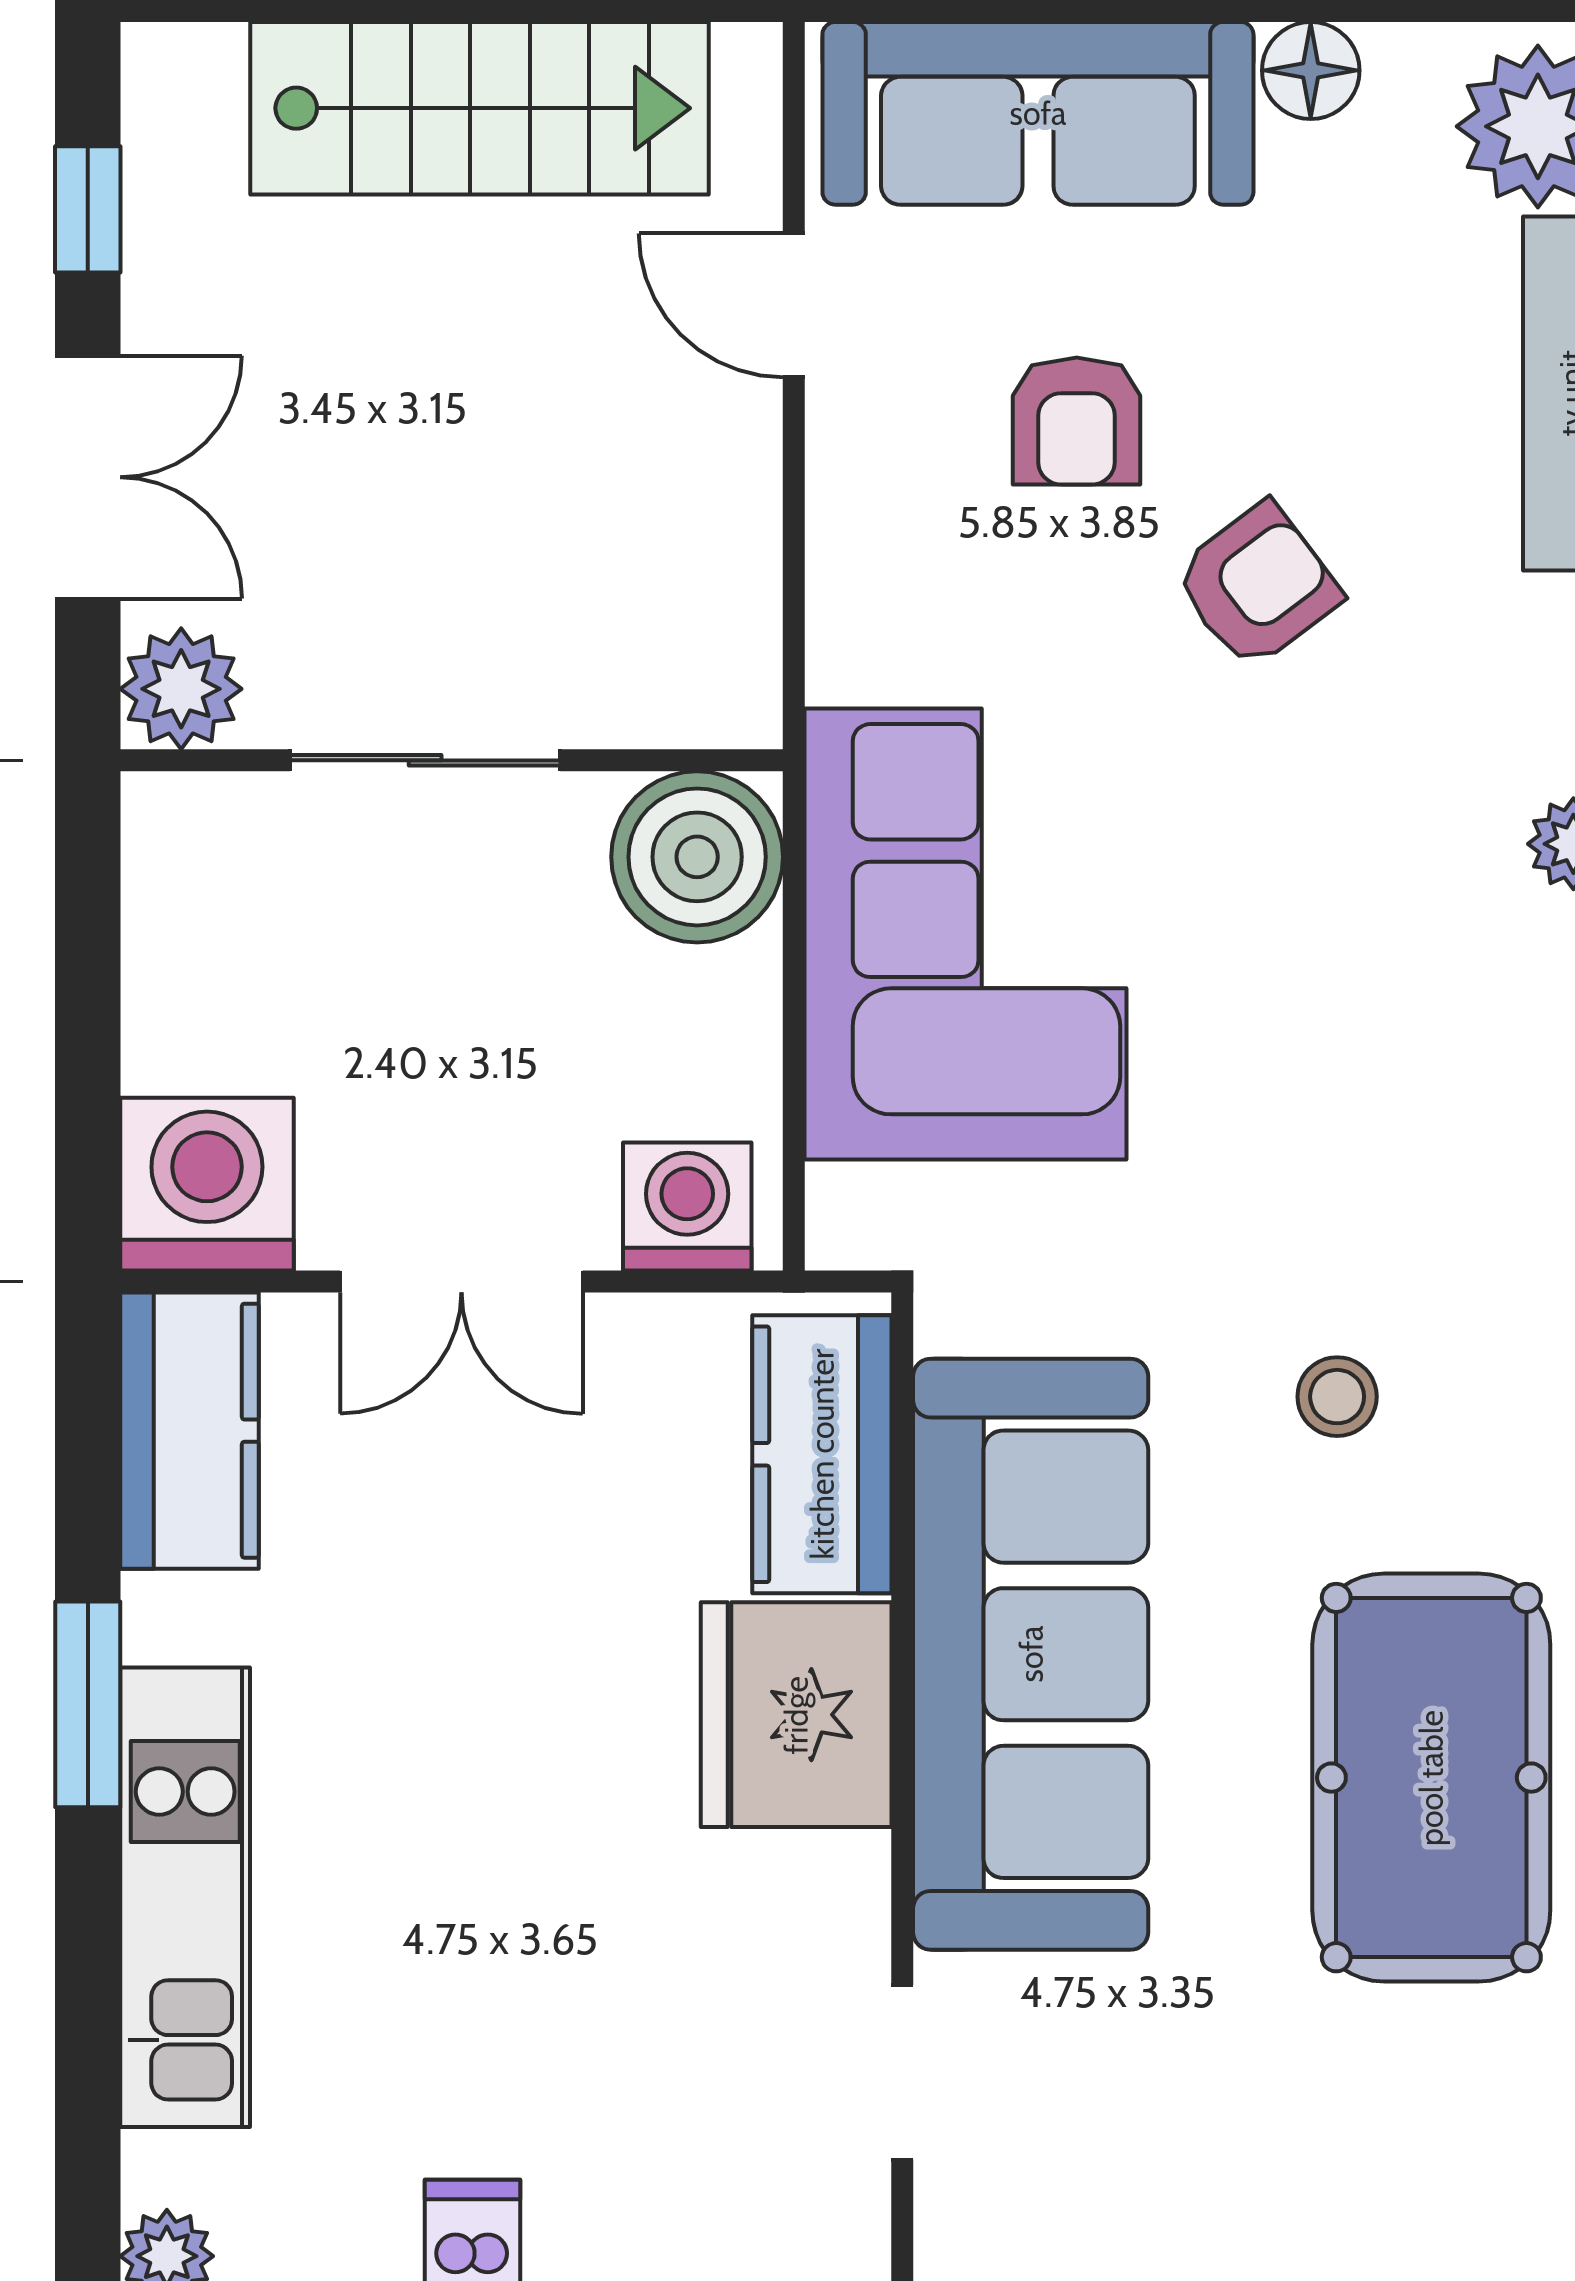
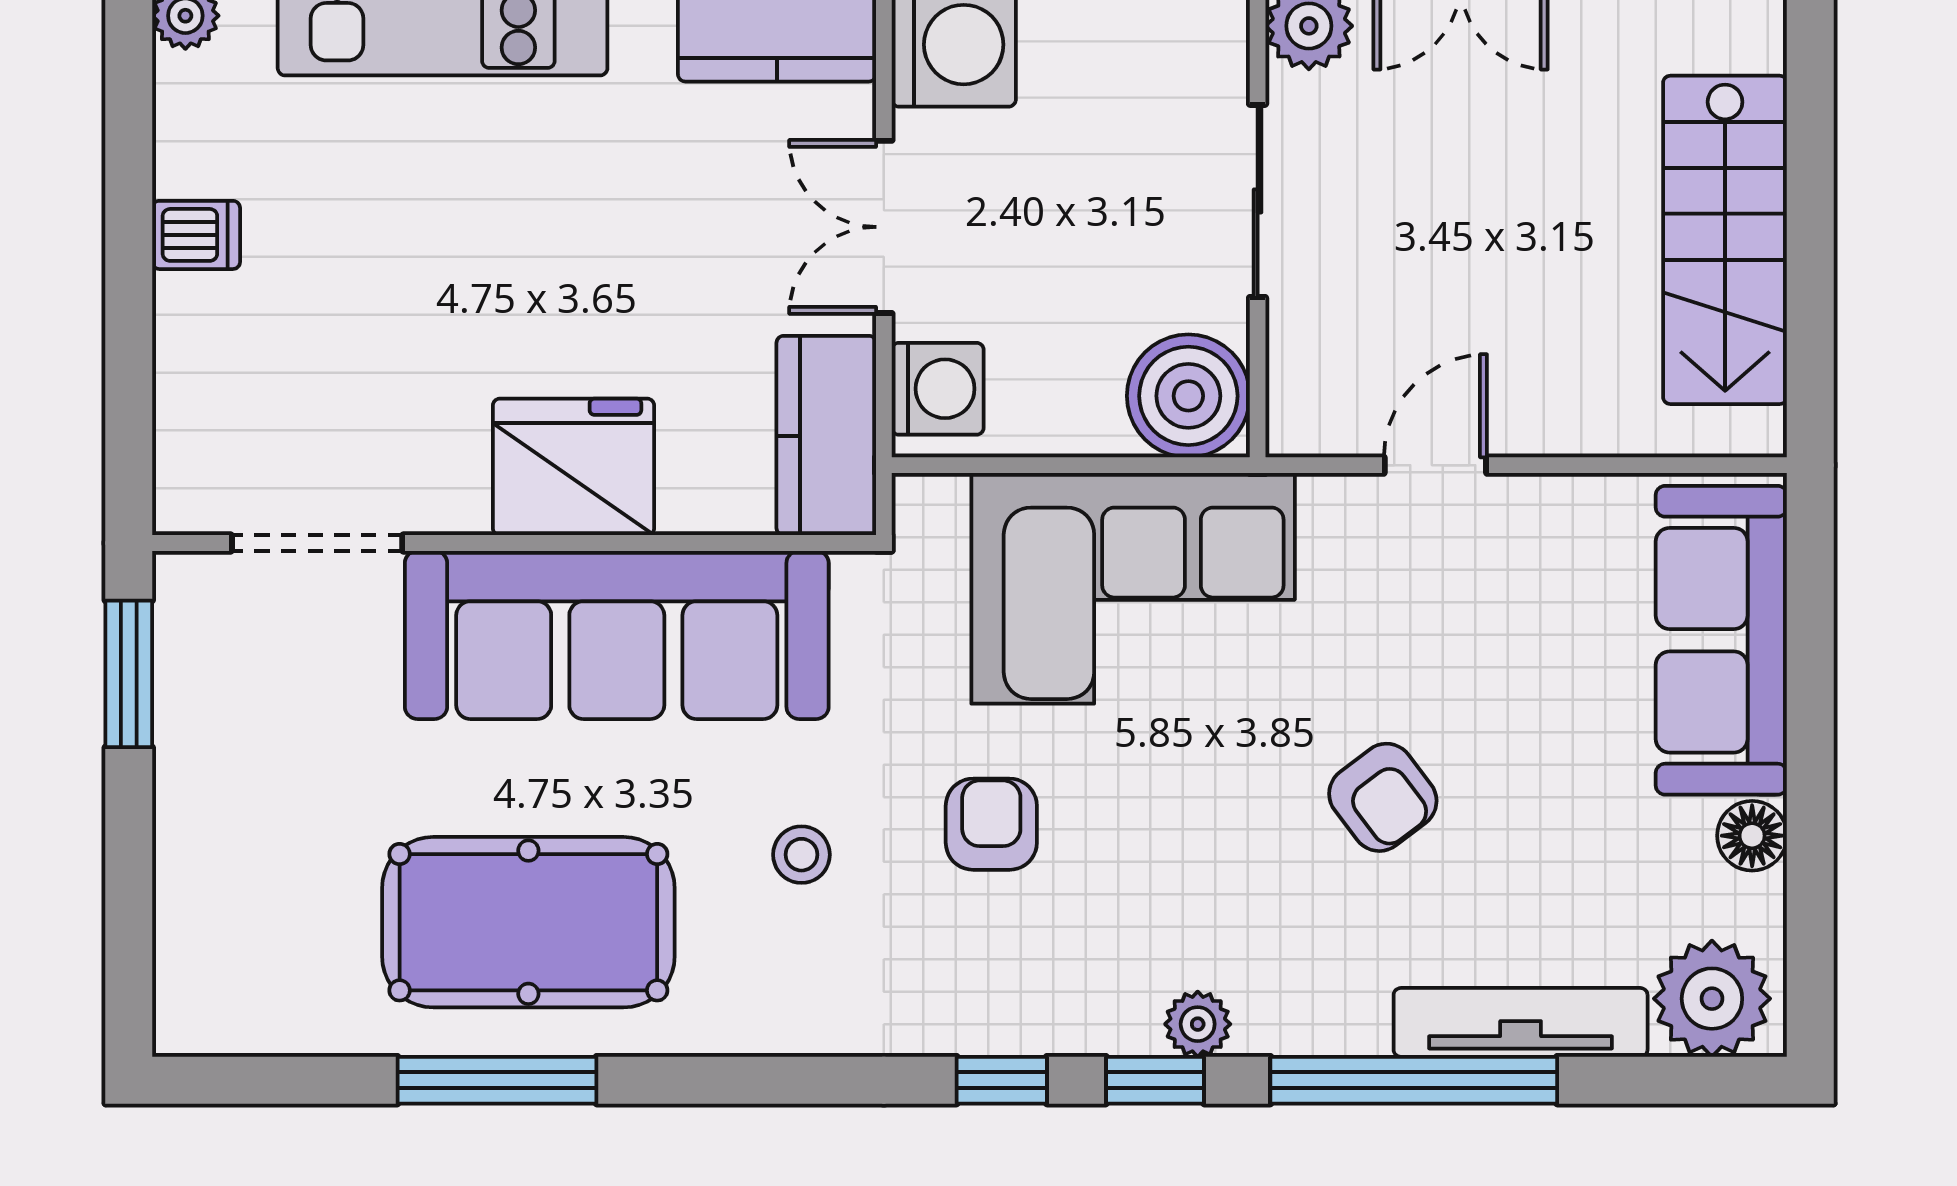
door: (794, 305) -> (1435, 465), moved
armchair: (1077, 421) -> (991, 824), moved, turned 90
kitchen counter: (822, 1454) -> (826, 436), moved, turned -90
doorway: (902, 2072) -> (317, 543), width x1.38

